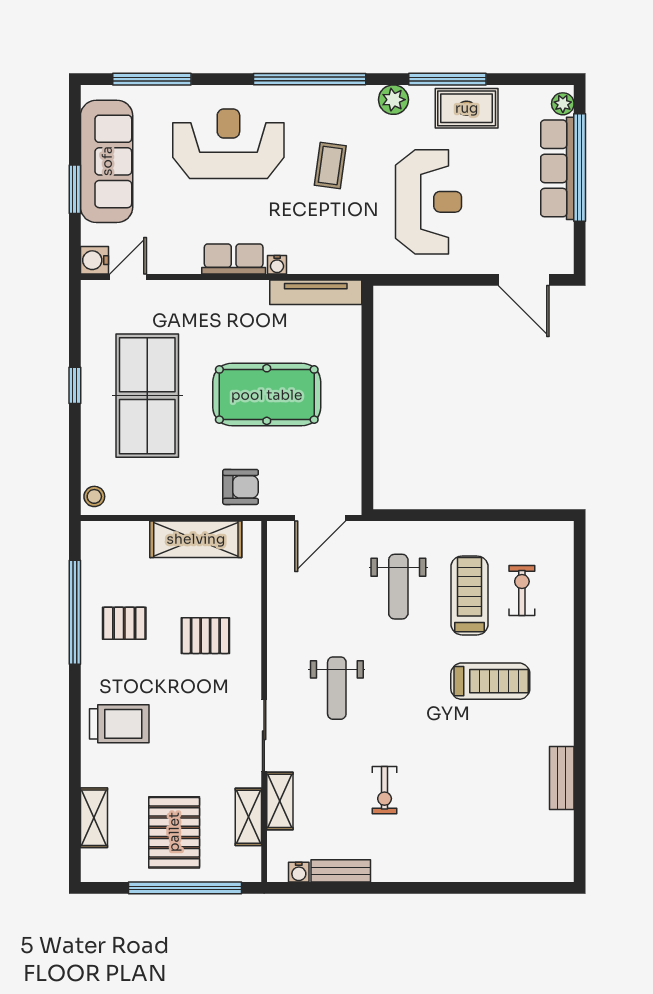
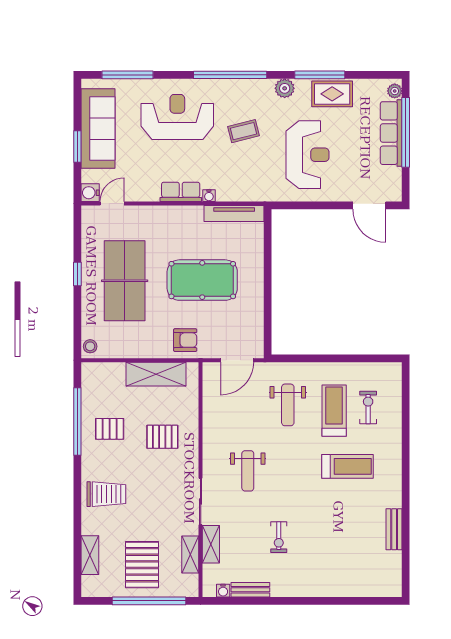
coffee table: (330, 165) -> (243, 131), turned 68

